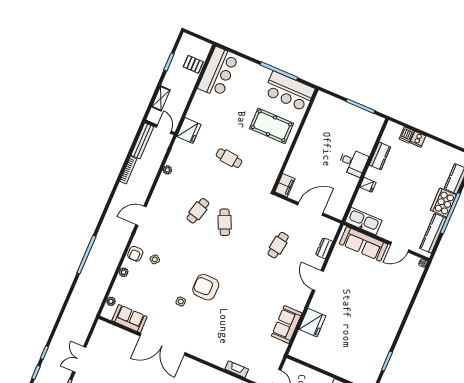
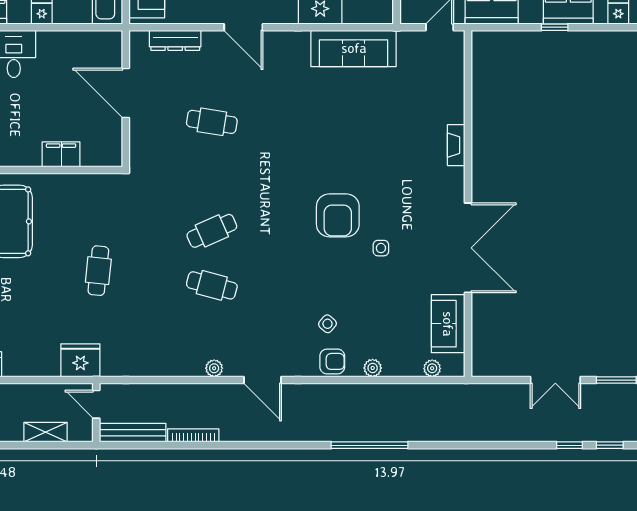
door: (164, 129) -> (96, 404), hinge flipped
plant: (167, 170) -> (214, 368), moved
filing cabinet: (285, 185) -> (61, 154), moved
dresser: (324, 248) -> (175, 40), width x1.44
door: (318, 280) -> (243, 27), hinge flipped
sofa: (287, 324) -> (354, 48), width x1.36
fireplace: (237, 369) -> (456, 145), moved

